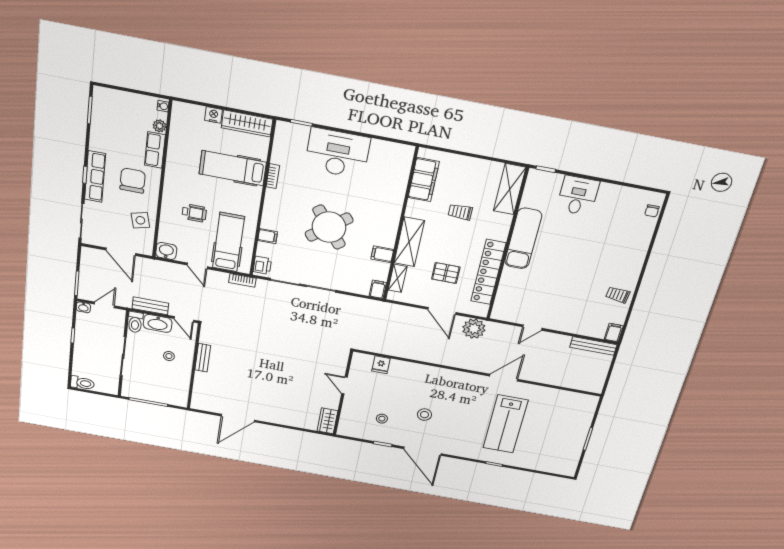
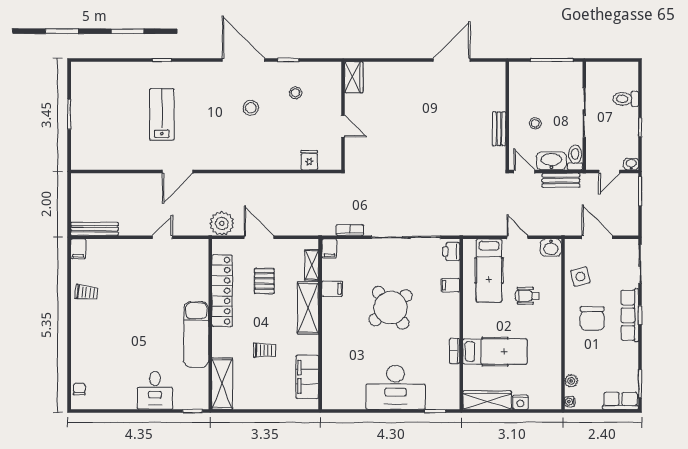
row of seats: (155, 150) -> (620, 401), moved, turned -90
pallet: (446, 273) -> (264, 281), turned 90
bookcase: (242, 280) -> (350, 230), moved
toilet: (82, 383) -> (626, 99), moved
lab bench: (505, 424) -> (162, 114), width x0.73, depth x0.72

